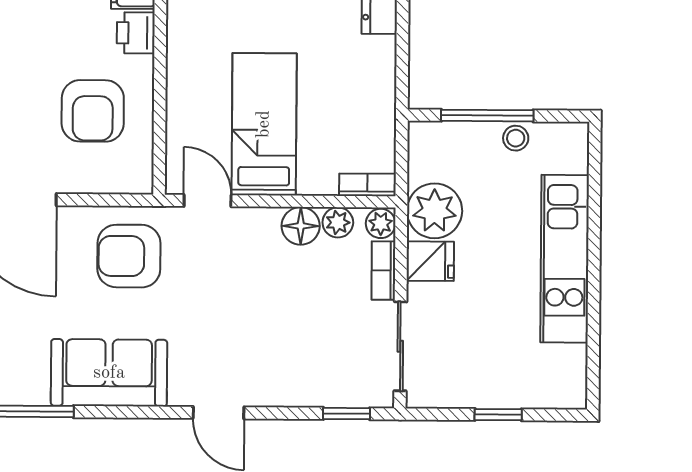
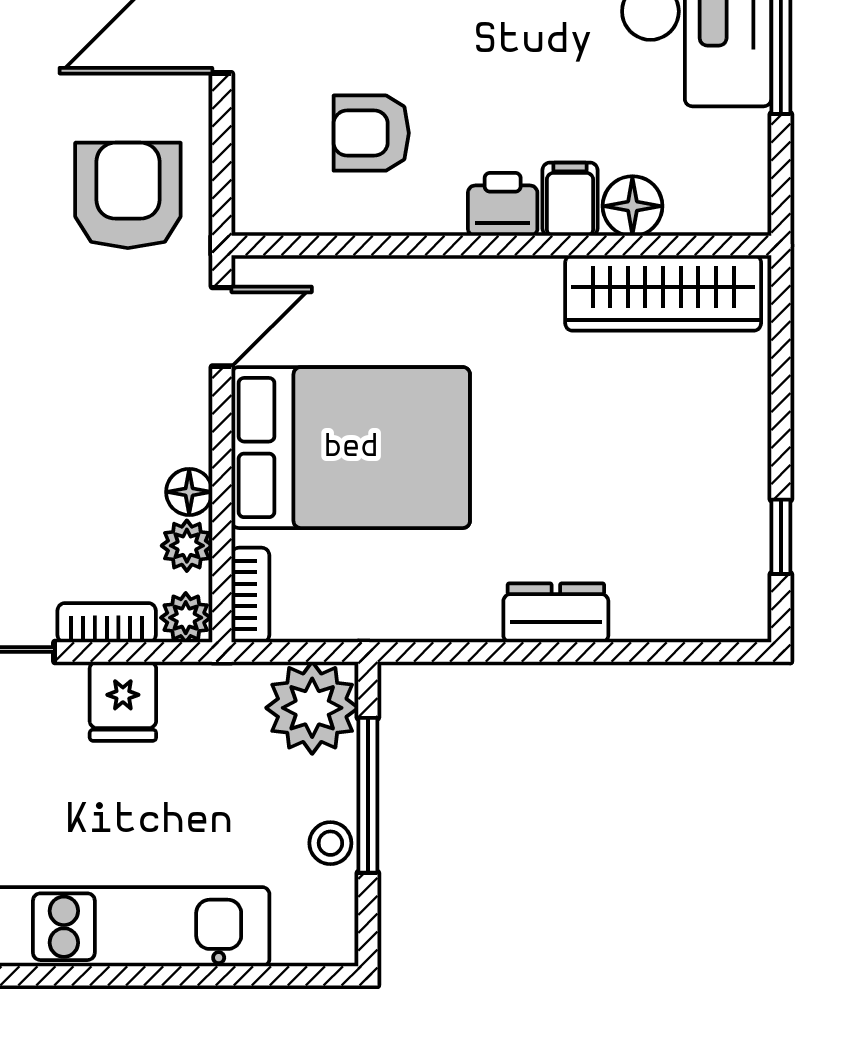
armchair: (93, 111) -> (371, 133), width x0.72, depth x0.72
bed: (264, 124) -> (351, 448), width x1.50
plant: (434, 211) -> (312, 708), moved
floor lamp: (301, 226) -> (189, 492), width x0.73, depth x0.73

